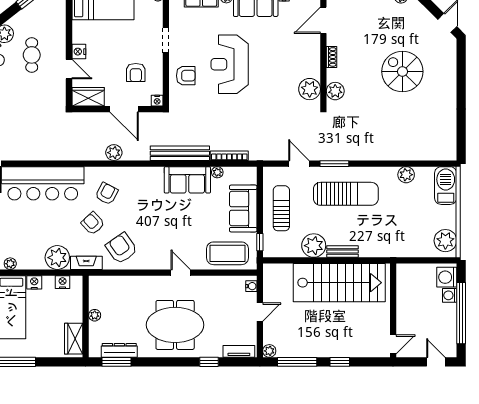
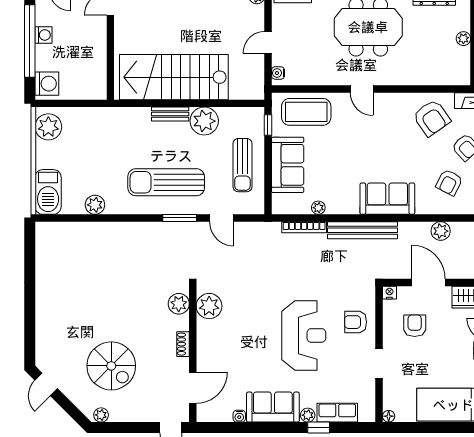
spiral stairs: (402, 72) -> (111, 366), moved
sofa: (187, 180) -> (387, 199), moved
washing machine: (450, 295) -> (43, 35), moved

